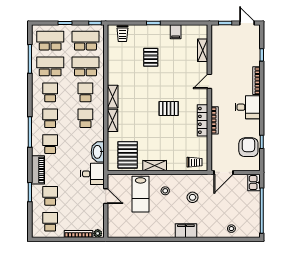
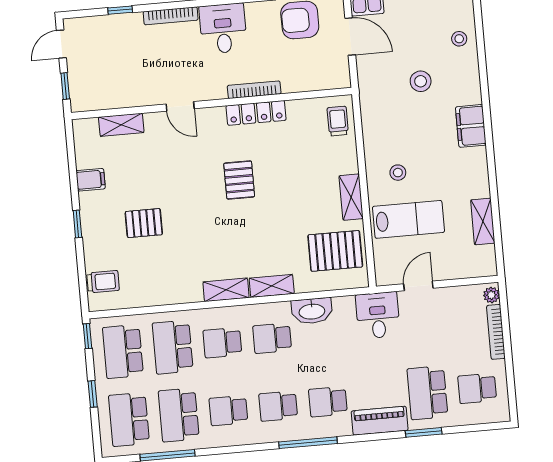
washbasin: (98, 152) -> (312, 311), moved
door: (223, 172) -> (350, 36), moved
school desk: (50, 196) -> (427, 393), width x1.85
stool: (193, 197) -> (421, 81), moved
shelving: (136, 232) -> (483, 221), added

